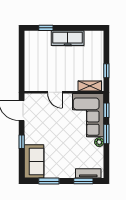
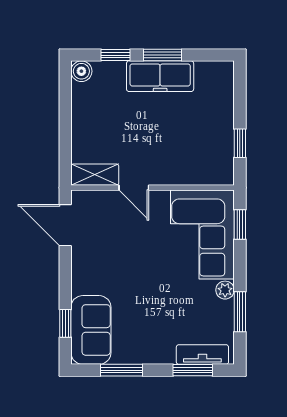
window: (69, 28) -> (162, 55), added
boiler: (29, 36) -> (81, 71), added
shelving: (90, 86) -> (95, 175), moved
window: (106, 134) -> (240, 312), moved
window: (22, 142) -> (65, 323), moved

